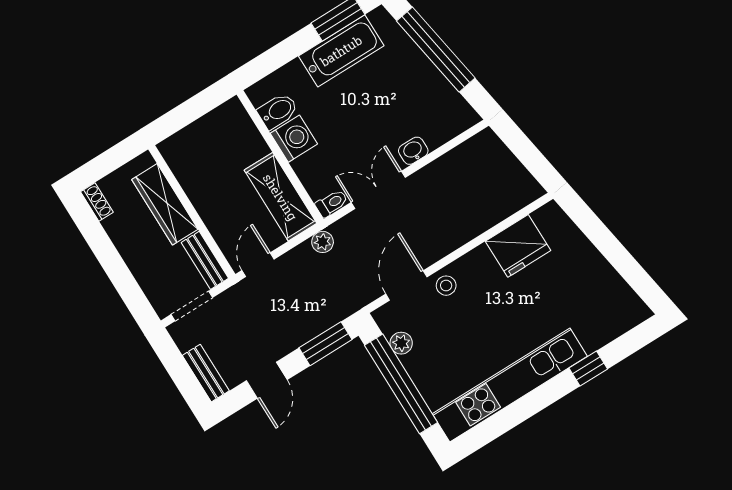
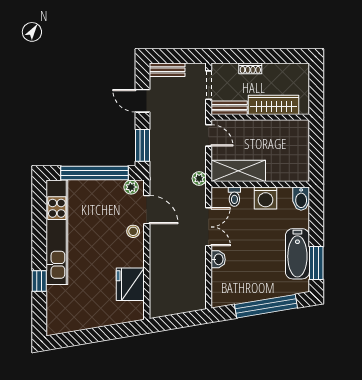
bidet: (278, 111) -> (301, 199), moved
shoe rack: (97, 202) -> (250, 68), moved
toilet: (332, 203) -> (234, 197), moved
plant: (401, 343) -> (131, 187), moved

